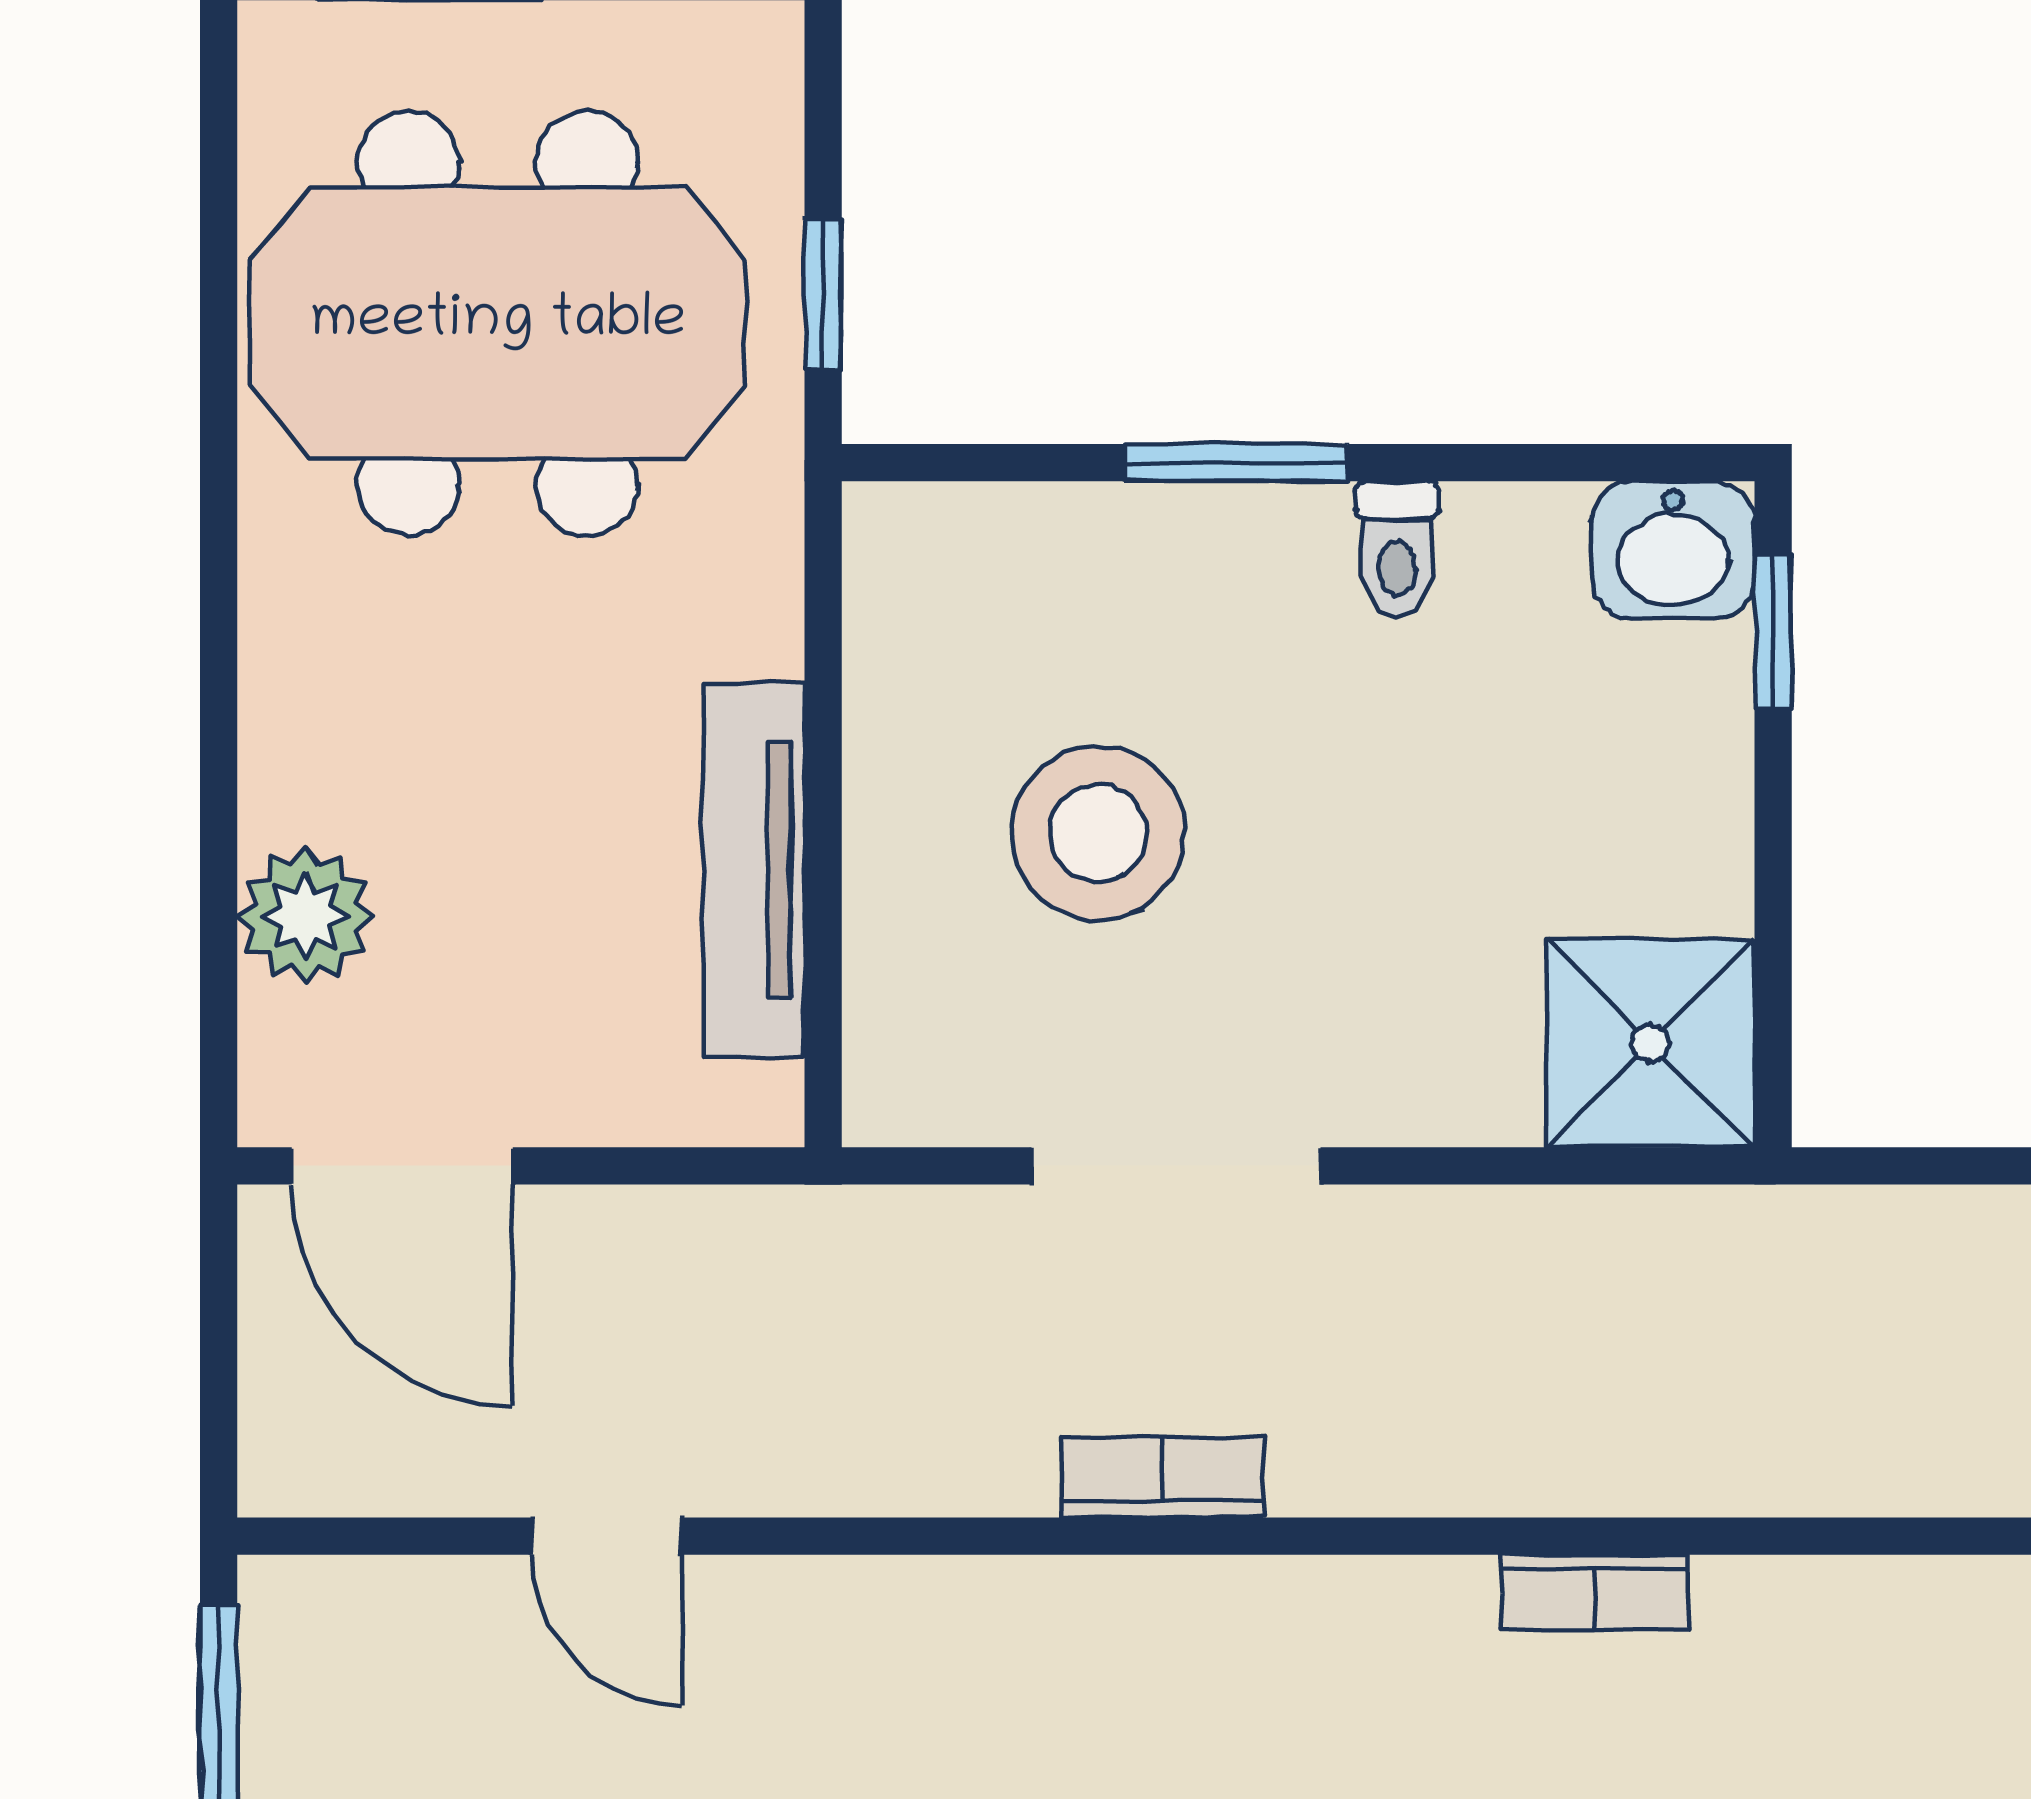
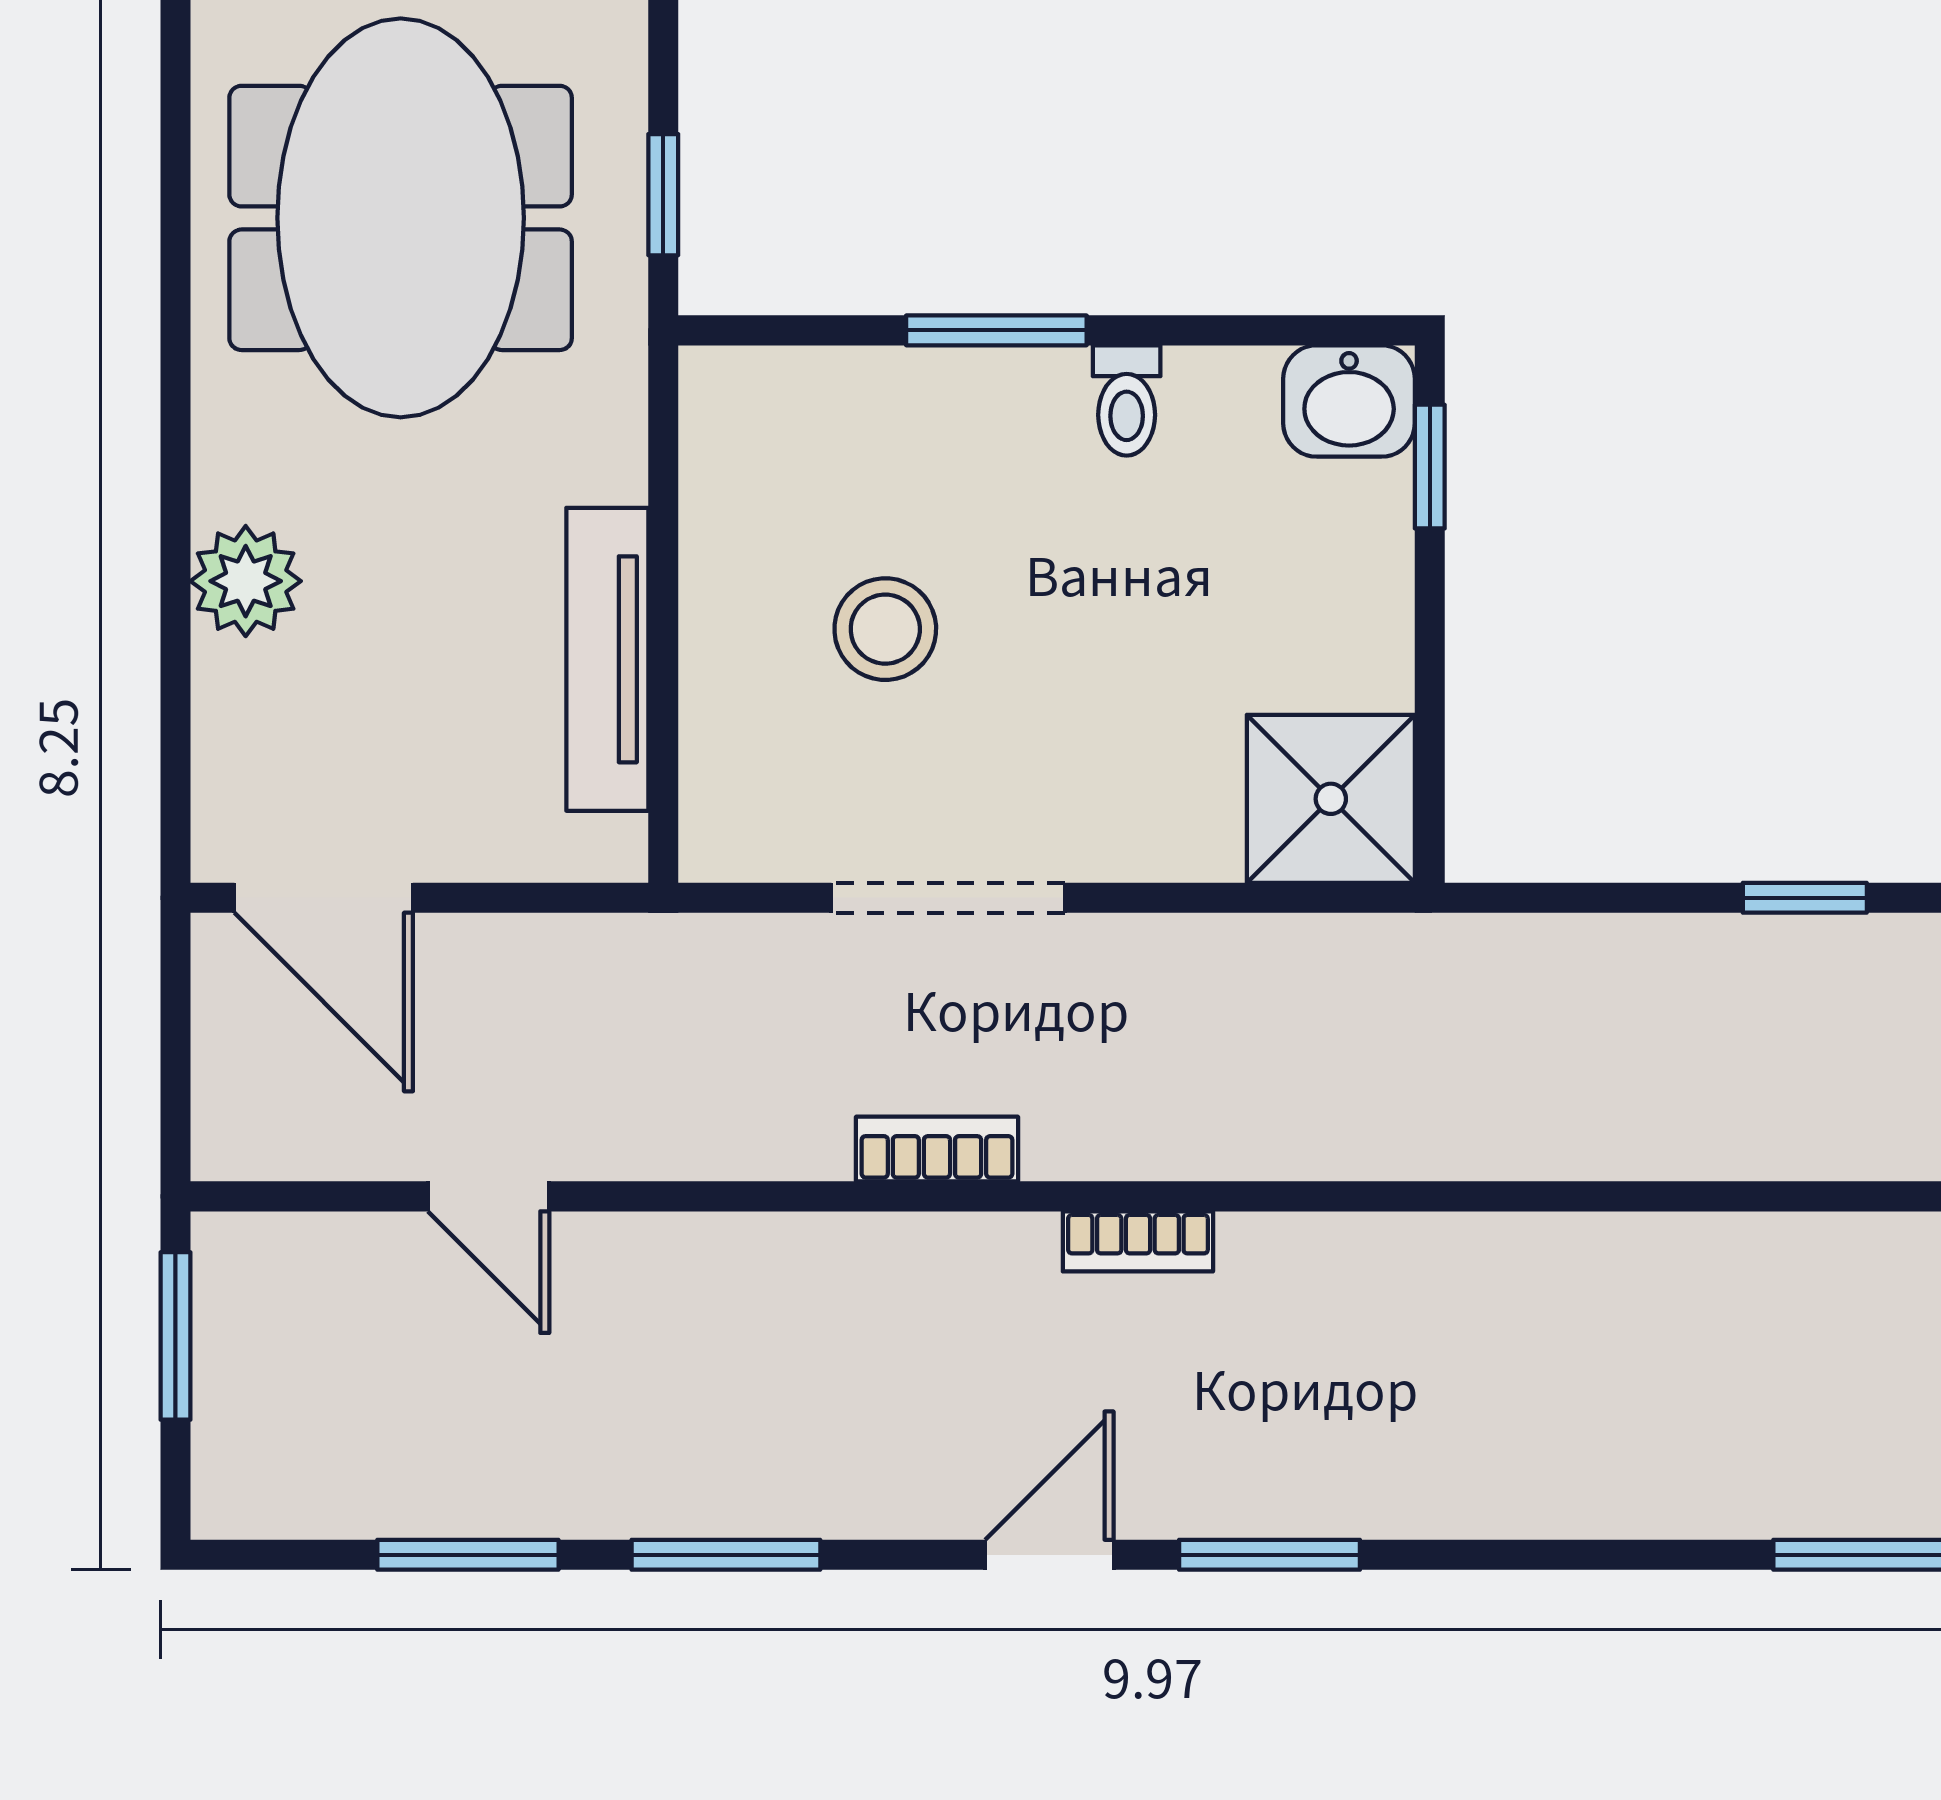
meeting table: (498, 323) -> (401, 218), turned 90
stool: (1098, 833) -> (885, 629), width x0.73, depth x0.73
plant: (306, 916) -> (246, 581), moved
bookcase: (1595, 1592) -> (1138, 1241), moved

